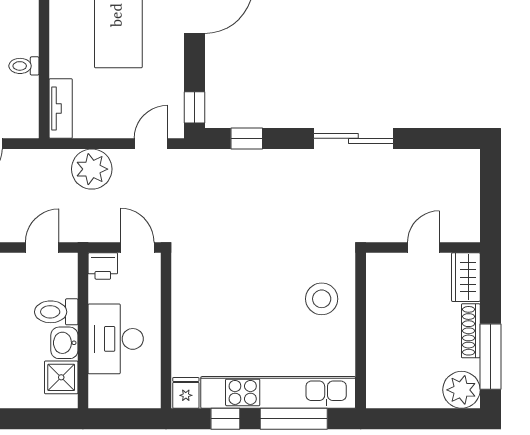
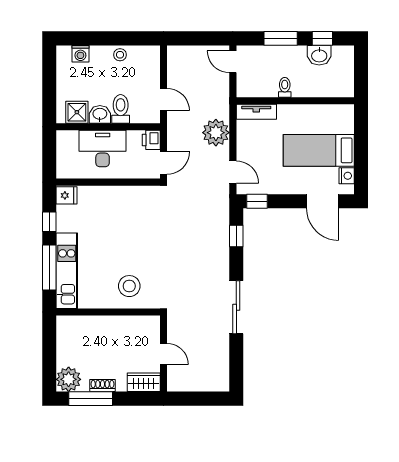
shoe rack: (471, 331) -> (102, 386), width x0.70
kitchen unit: (278, 392) -> (67, 271), width x0.73

